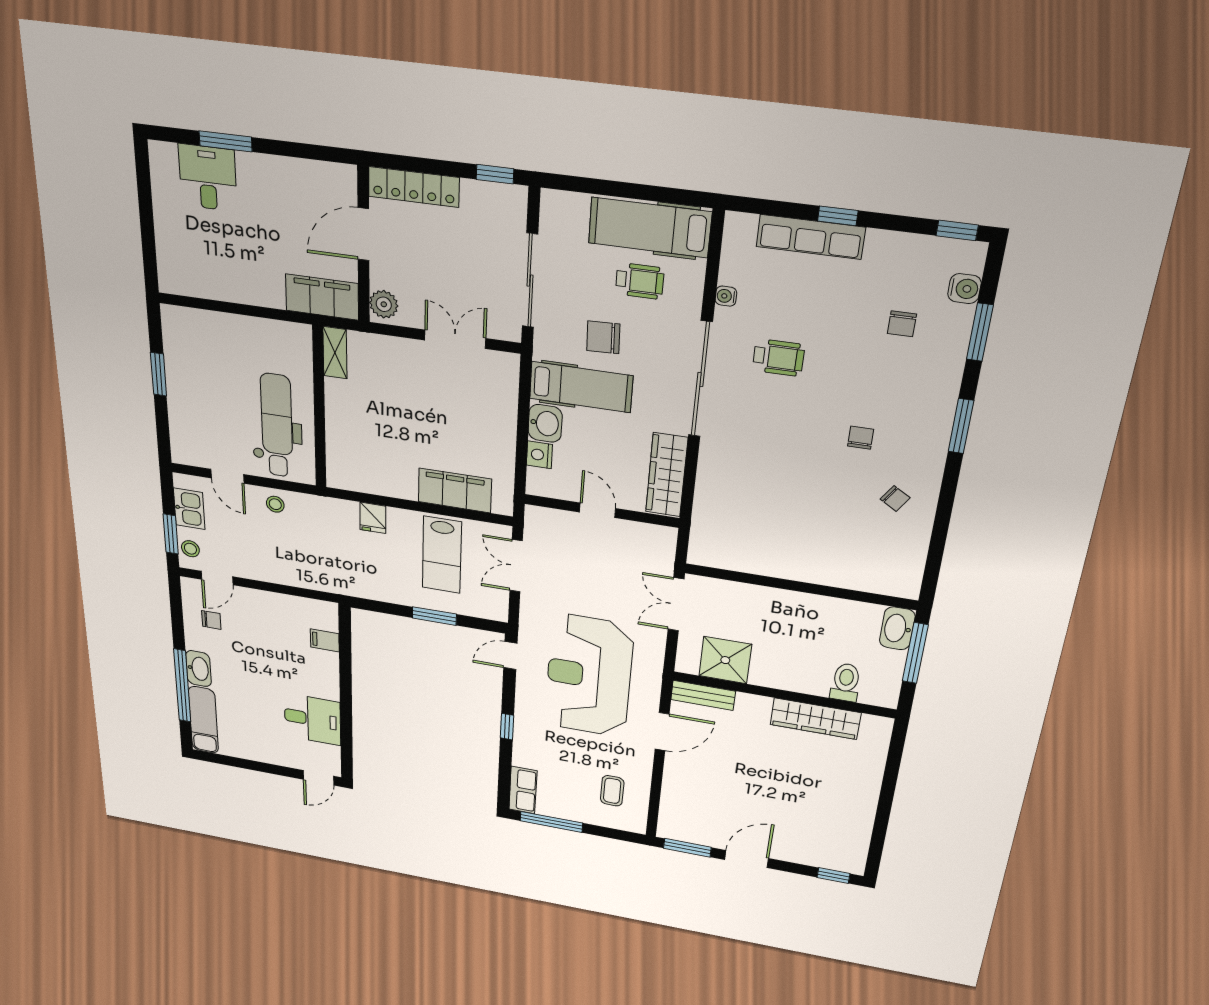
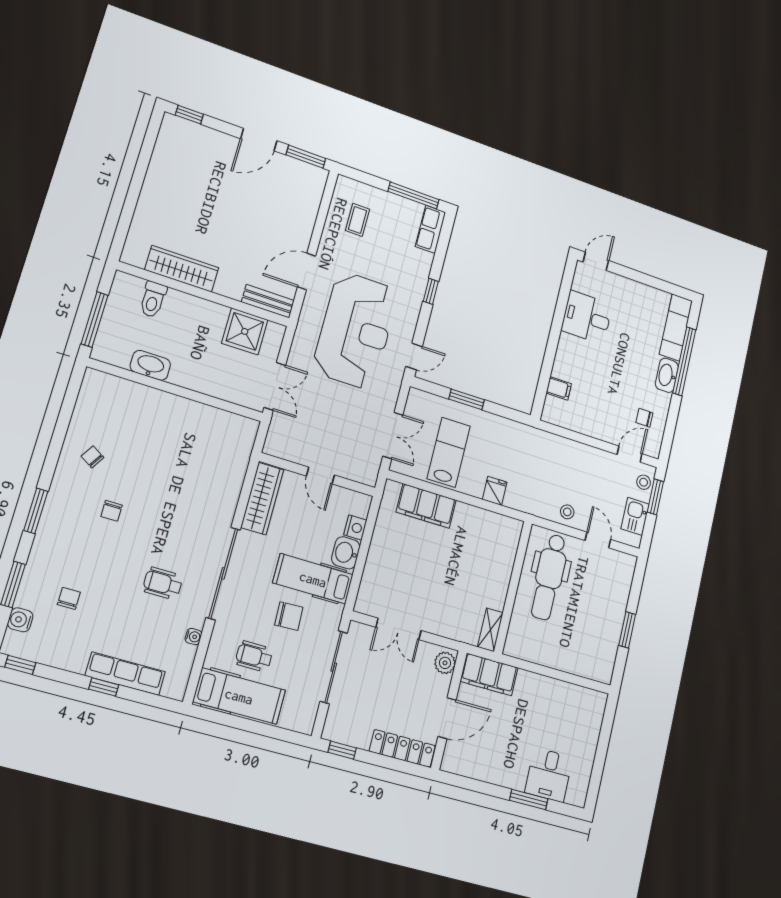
washbasin: (897, 628) -> (150, 365), moved, turned -90

